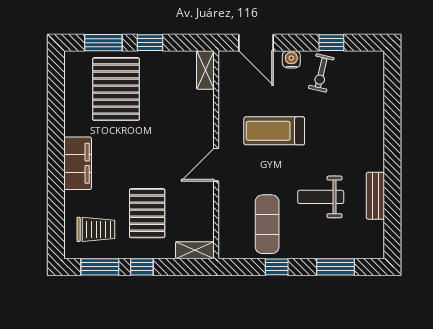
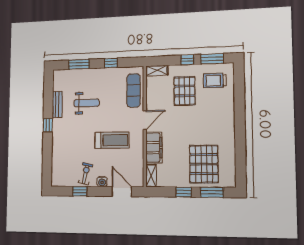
window: (392, 159) -> (48, 125), added
filing cabinet: (78, 163) -> (154, 148), moved, turned 180
exercise mat: (267, 224) -> (134, 90), moved

